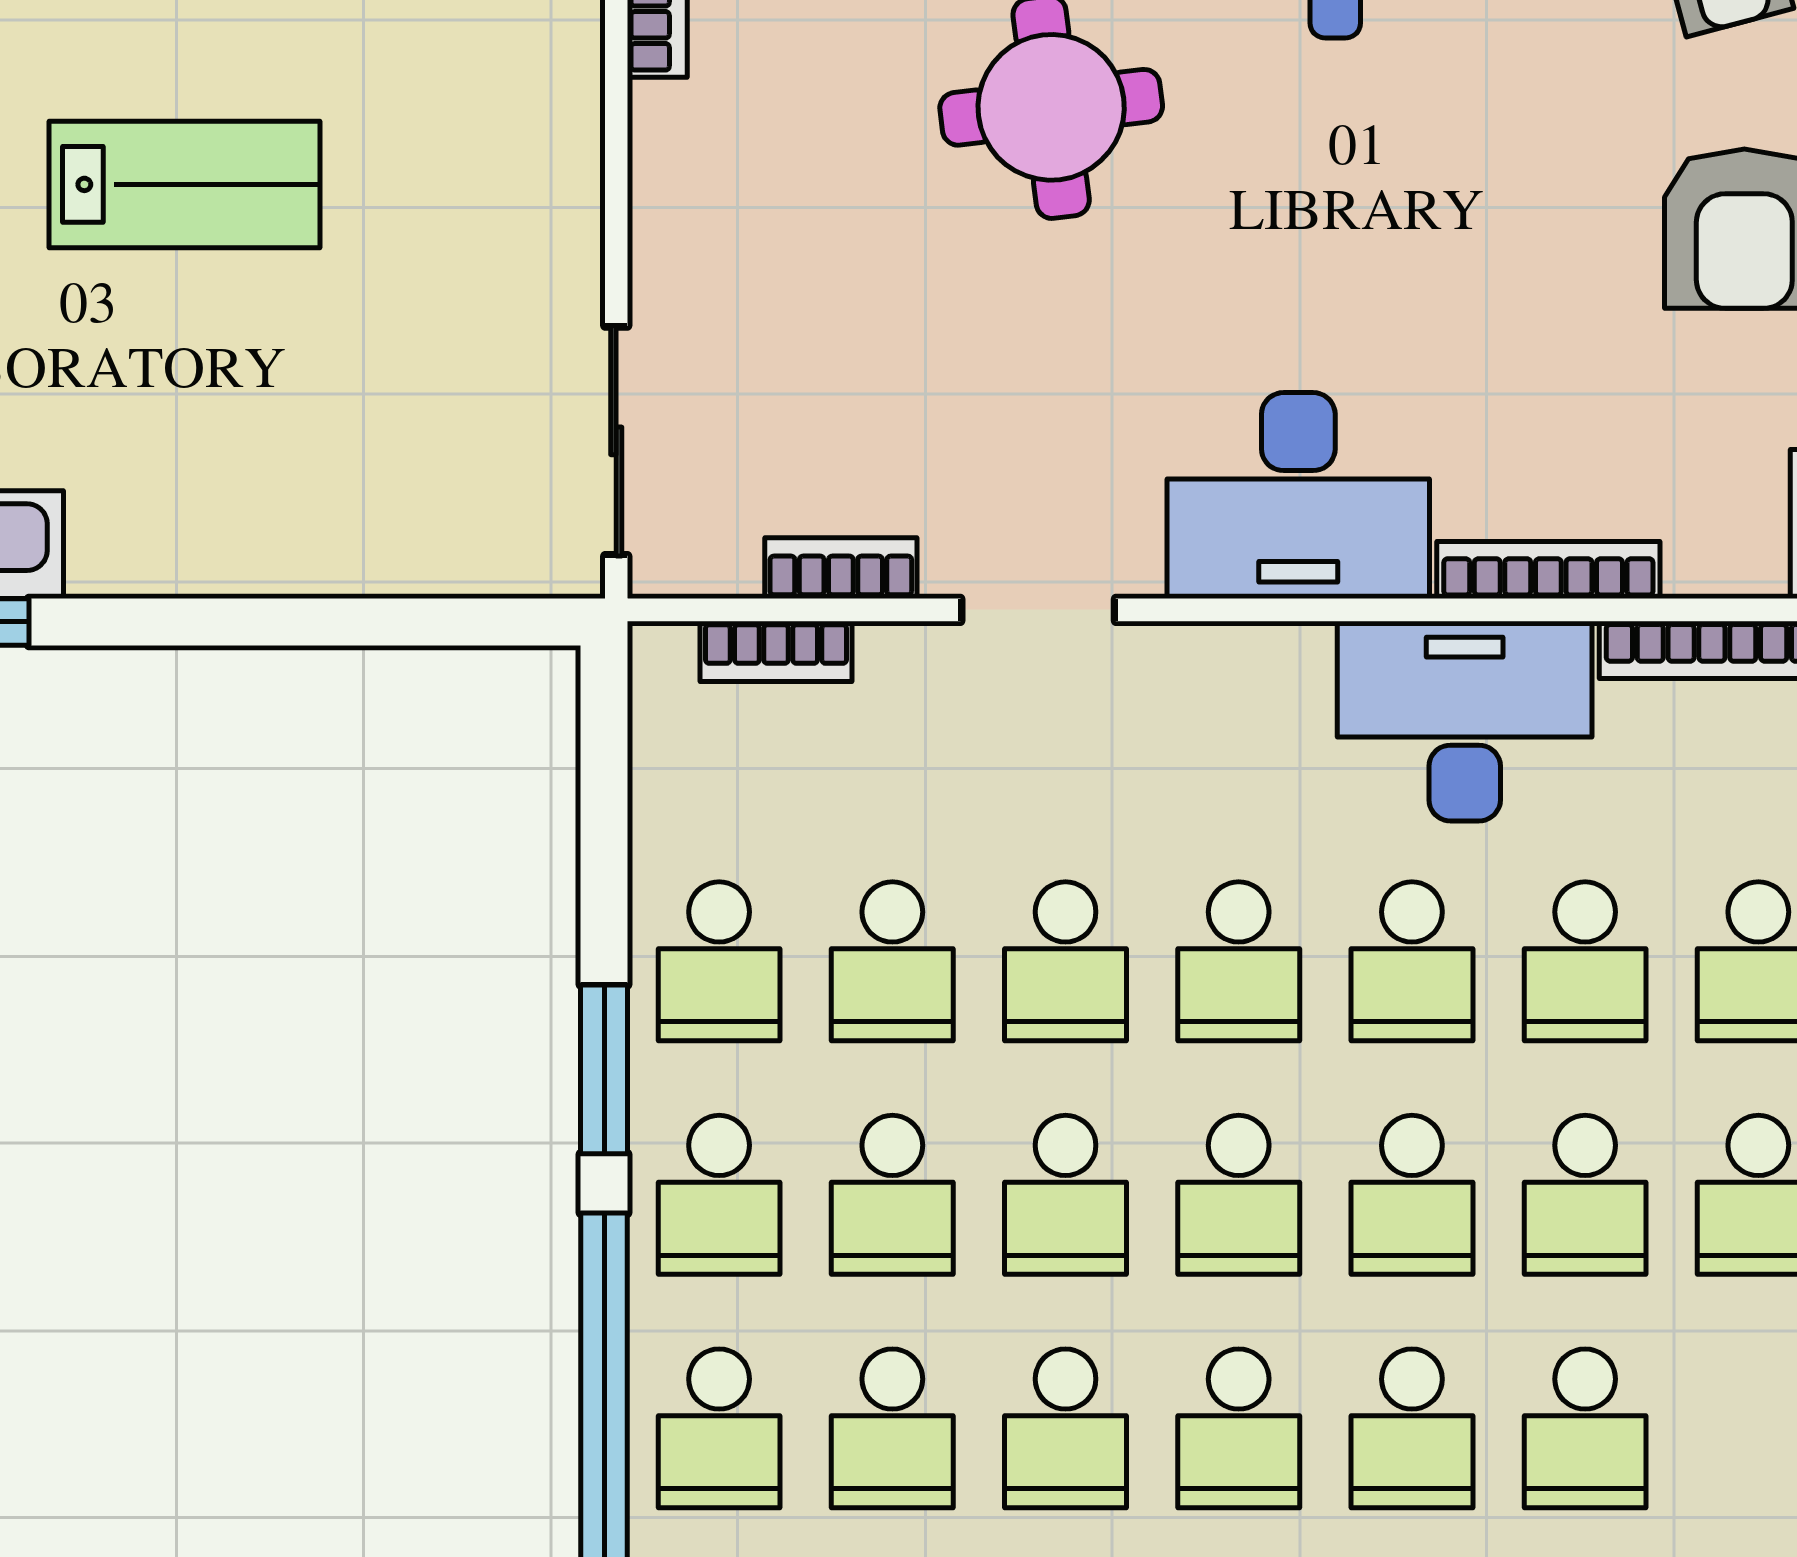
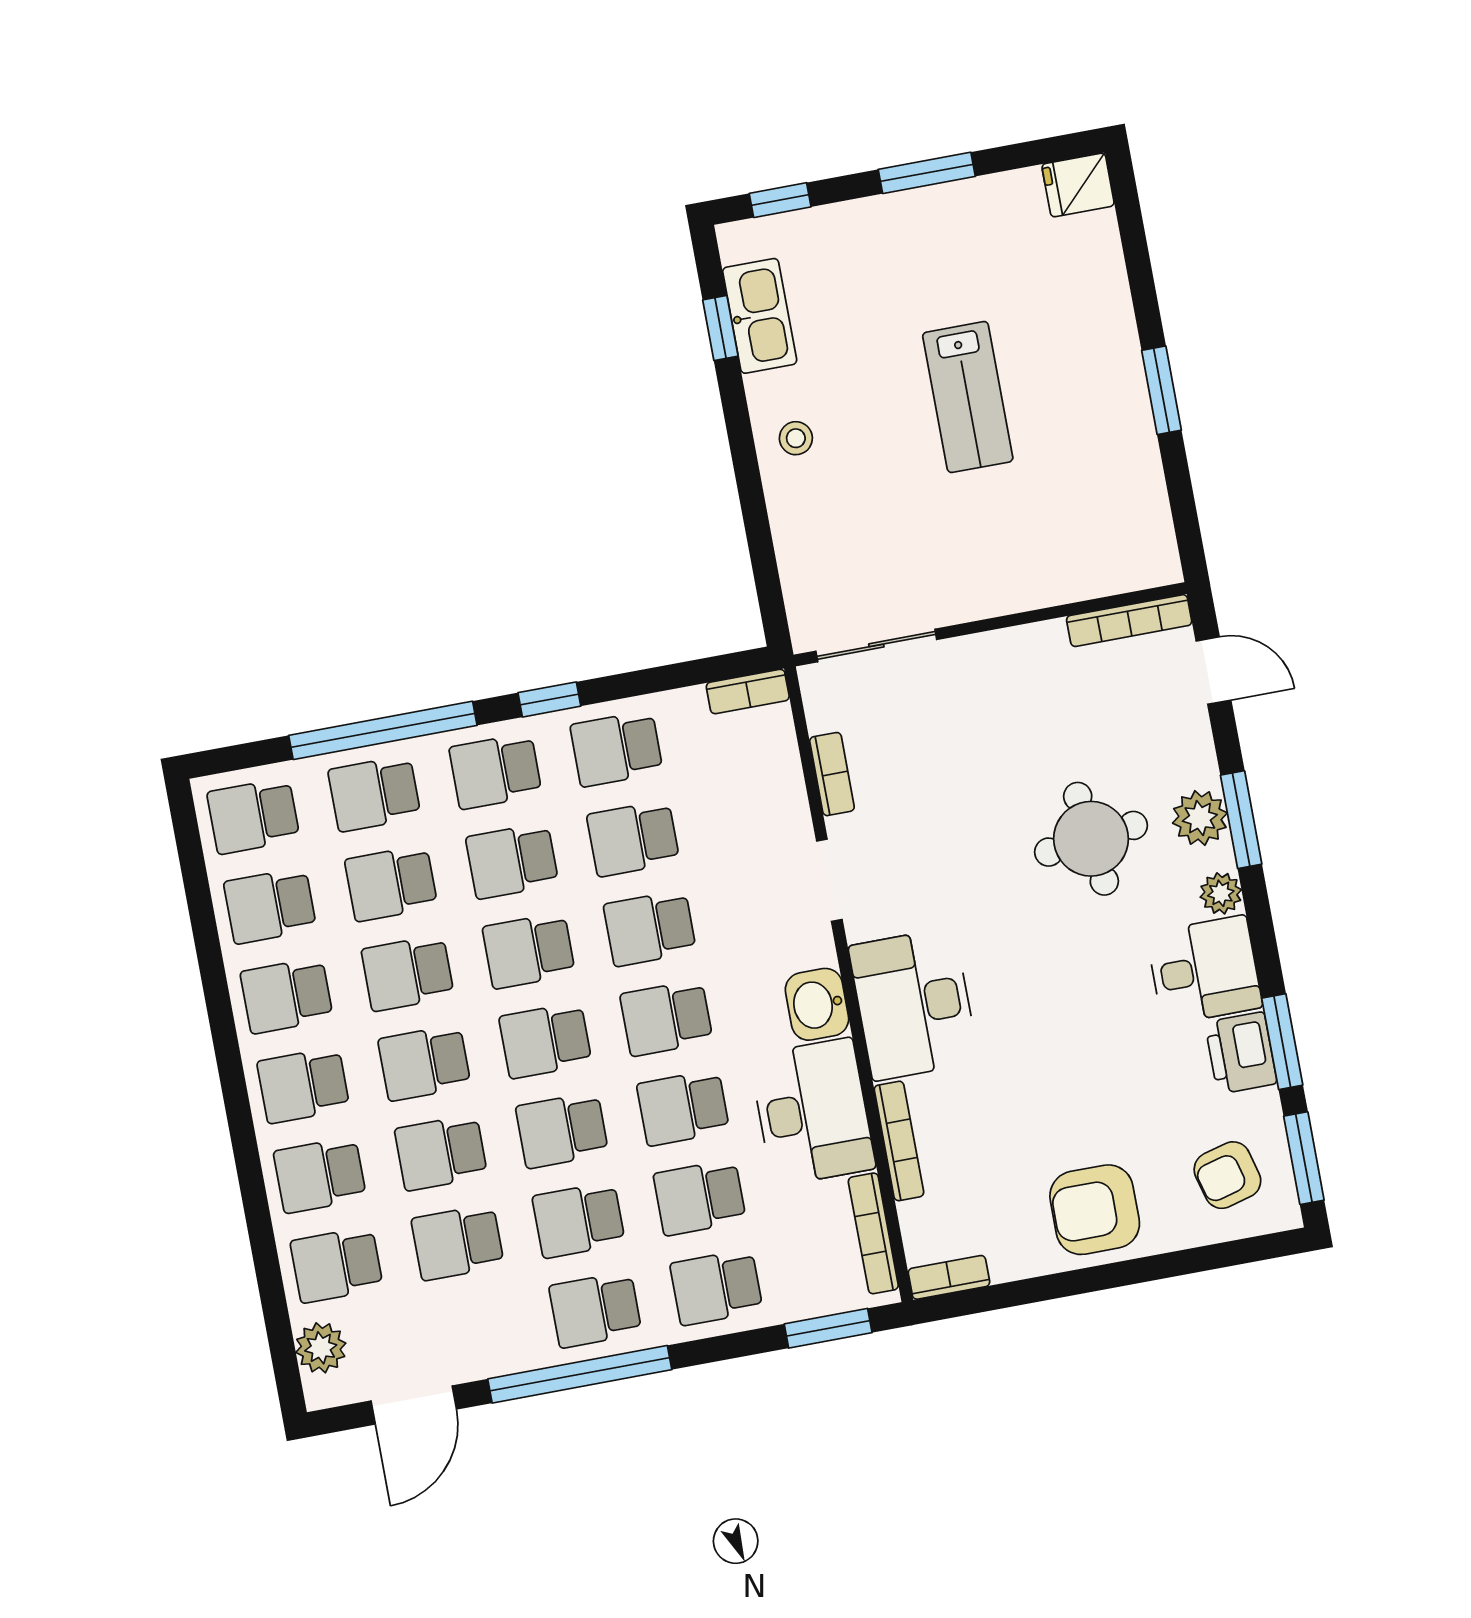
stool: (202, 519) -> (796, 438), added
bookcase: (776, 651) -> (748, 692), moved, turned -90
washbasin: (1265, 676) -> (817, 1004), added
window: (604, 1069) -> (549, 699), width x0.67

